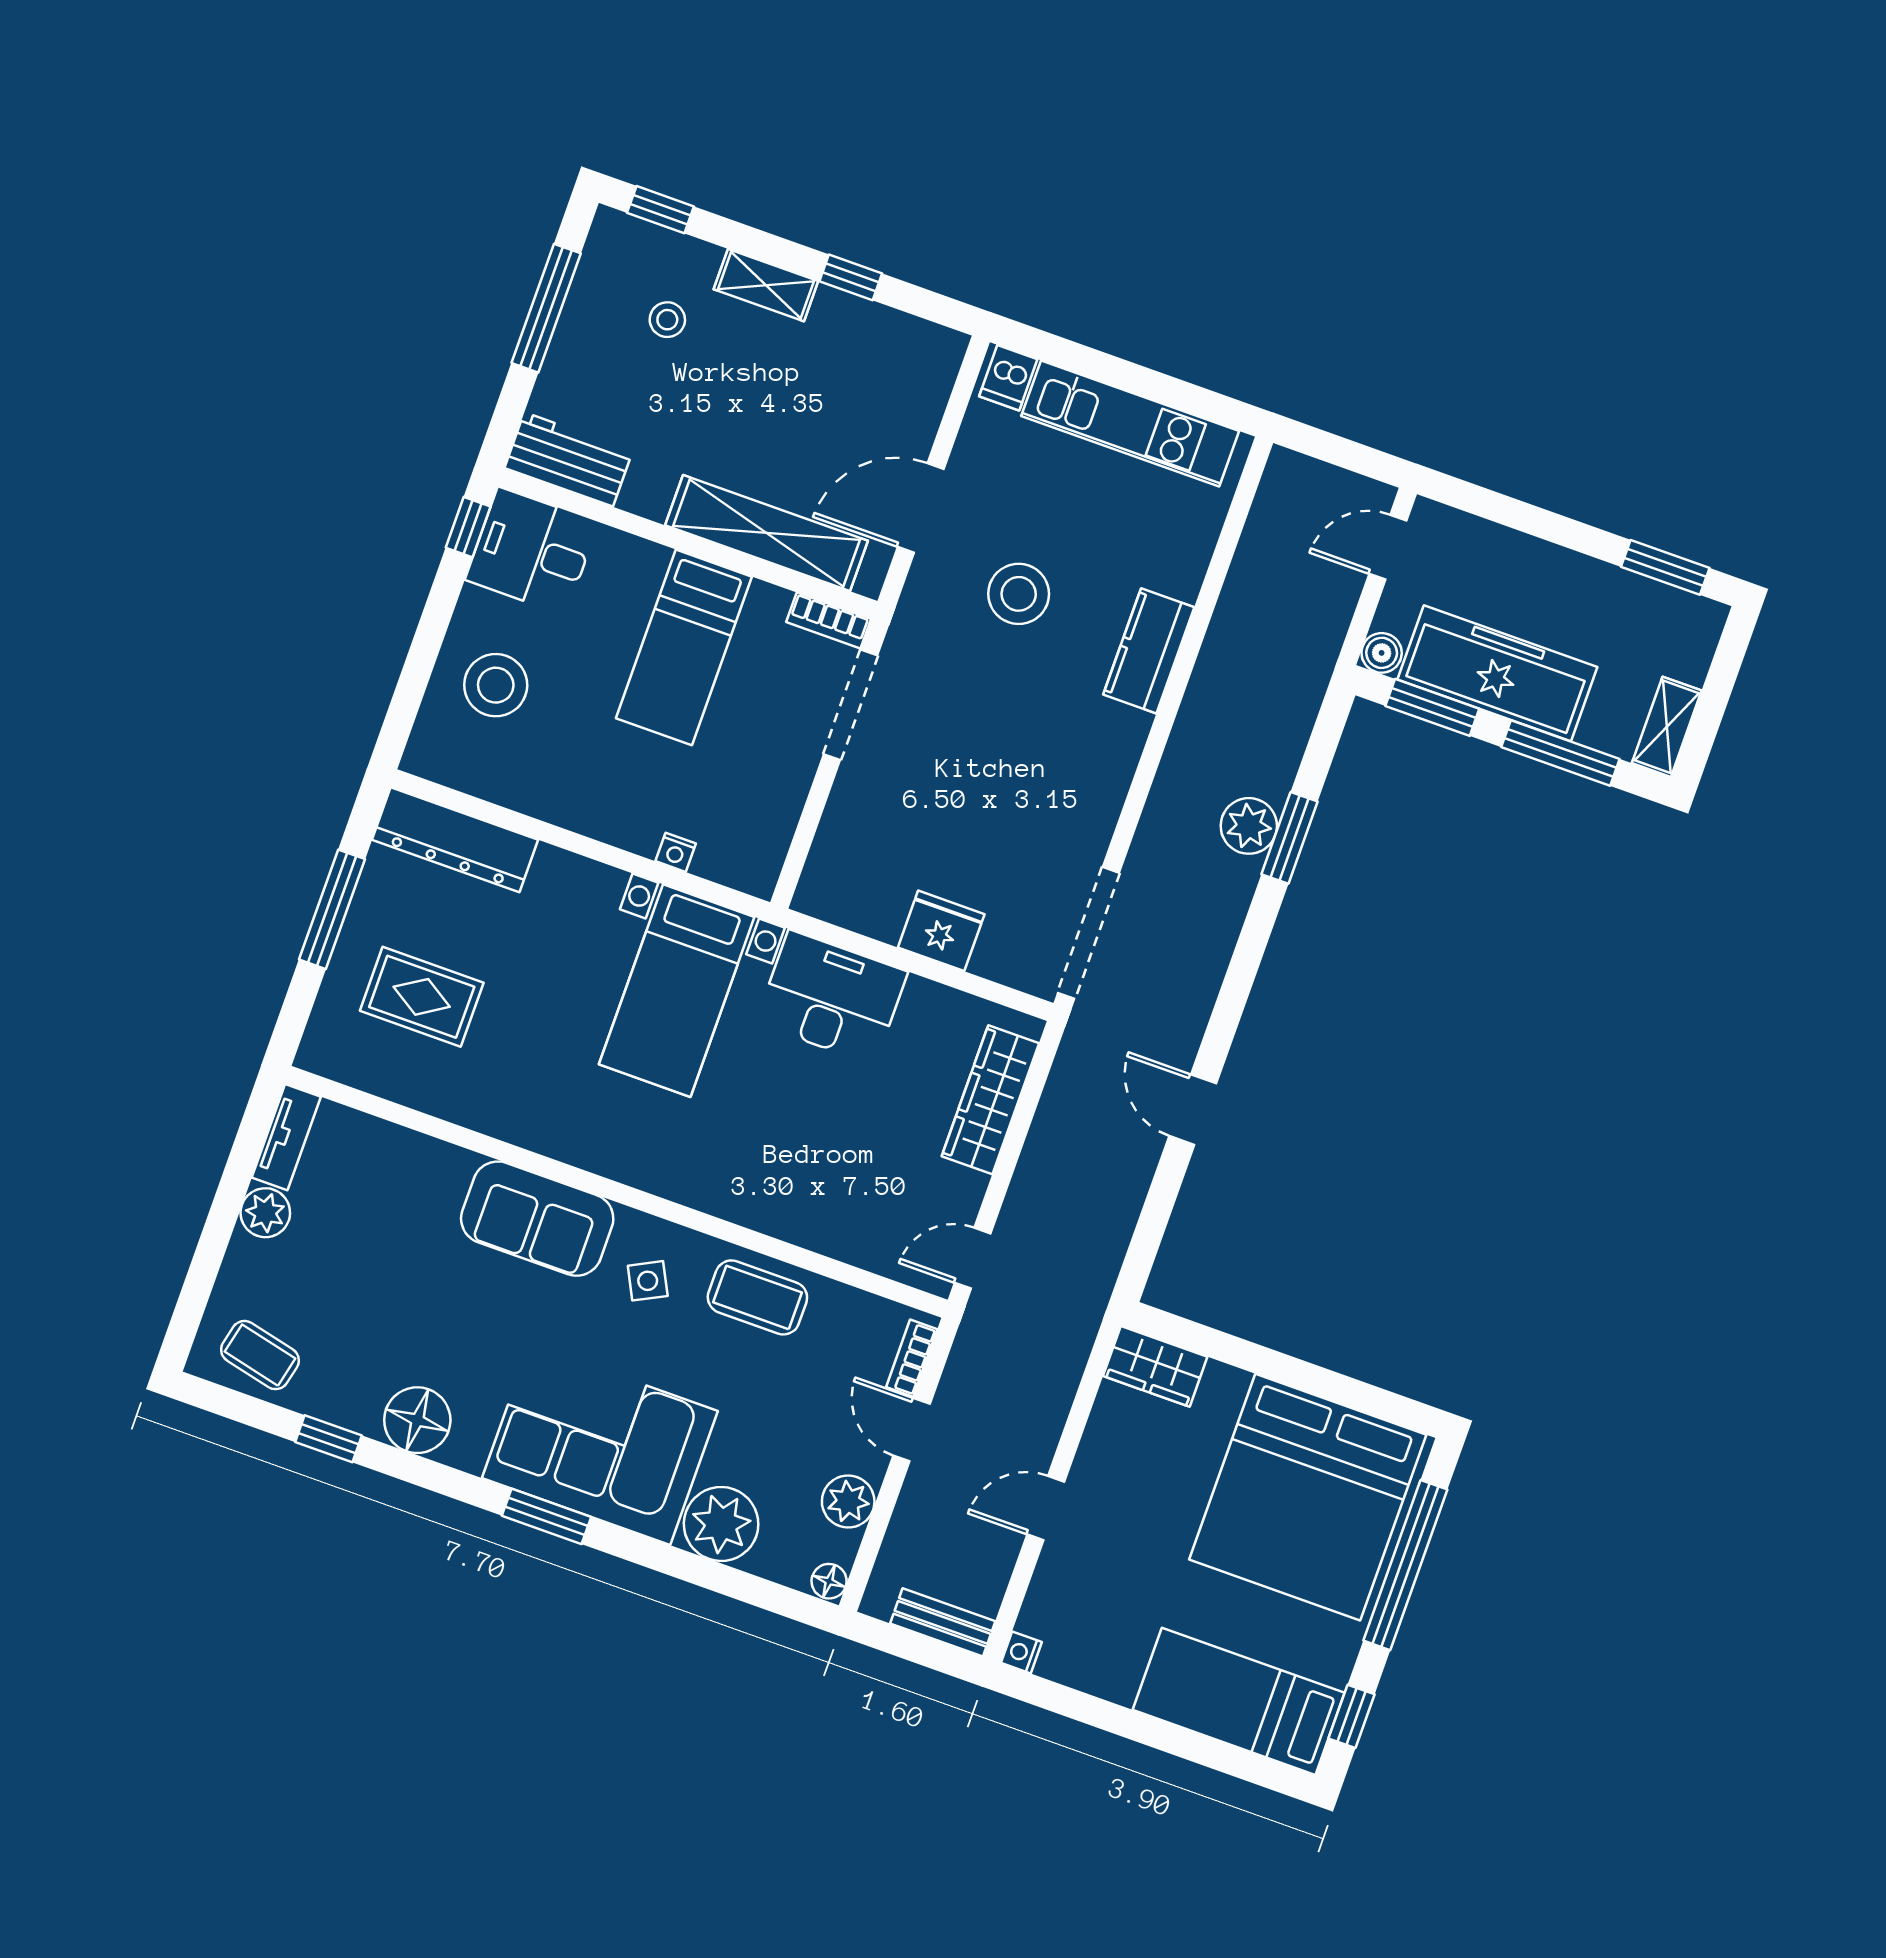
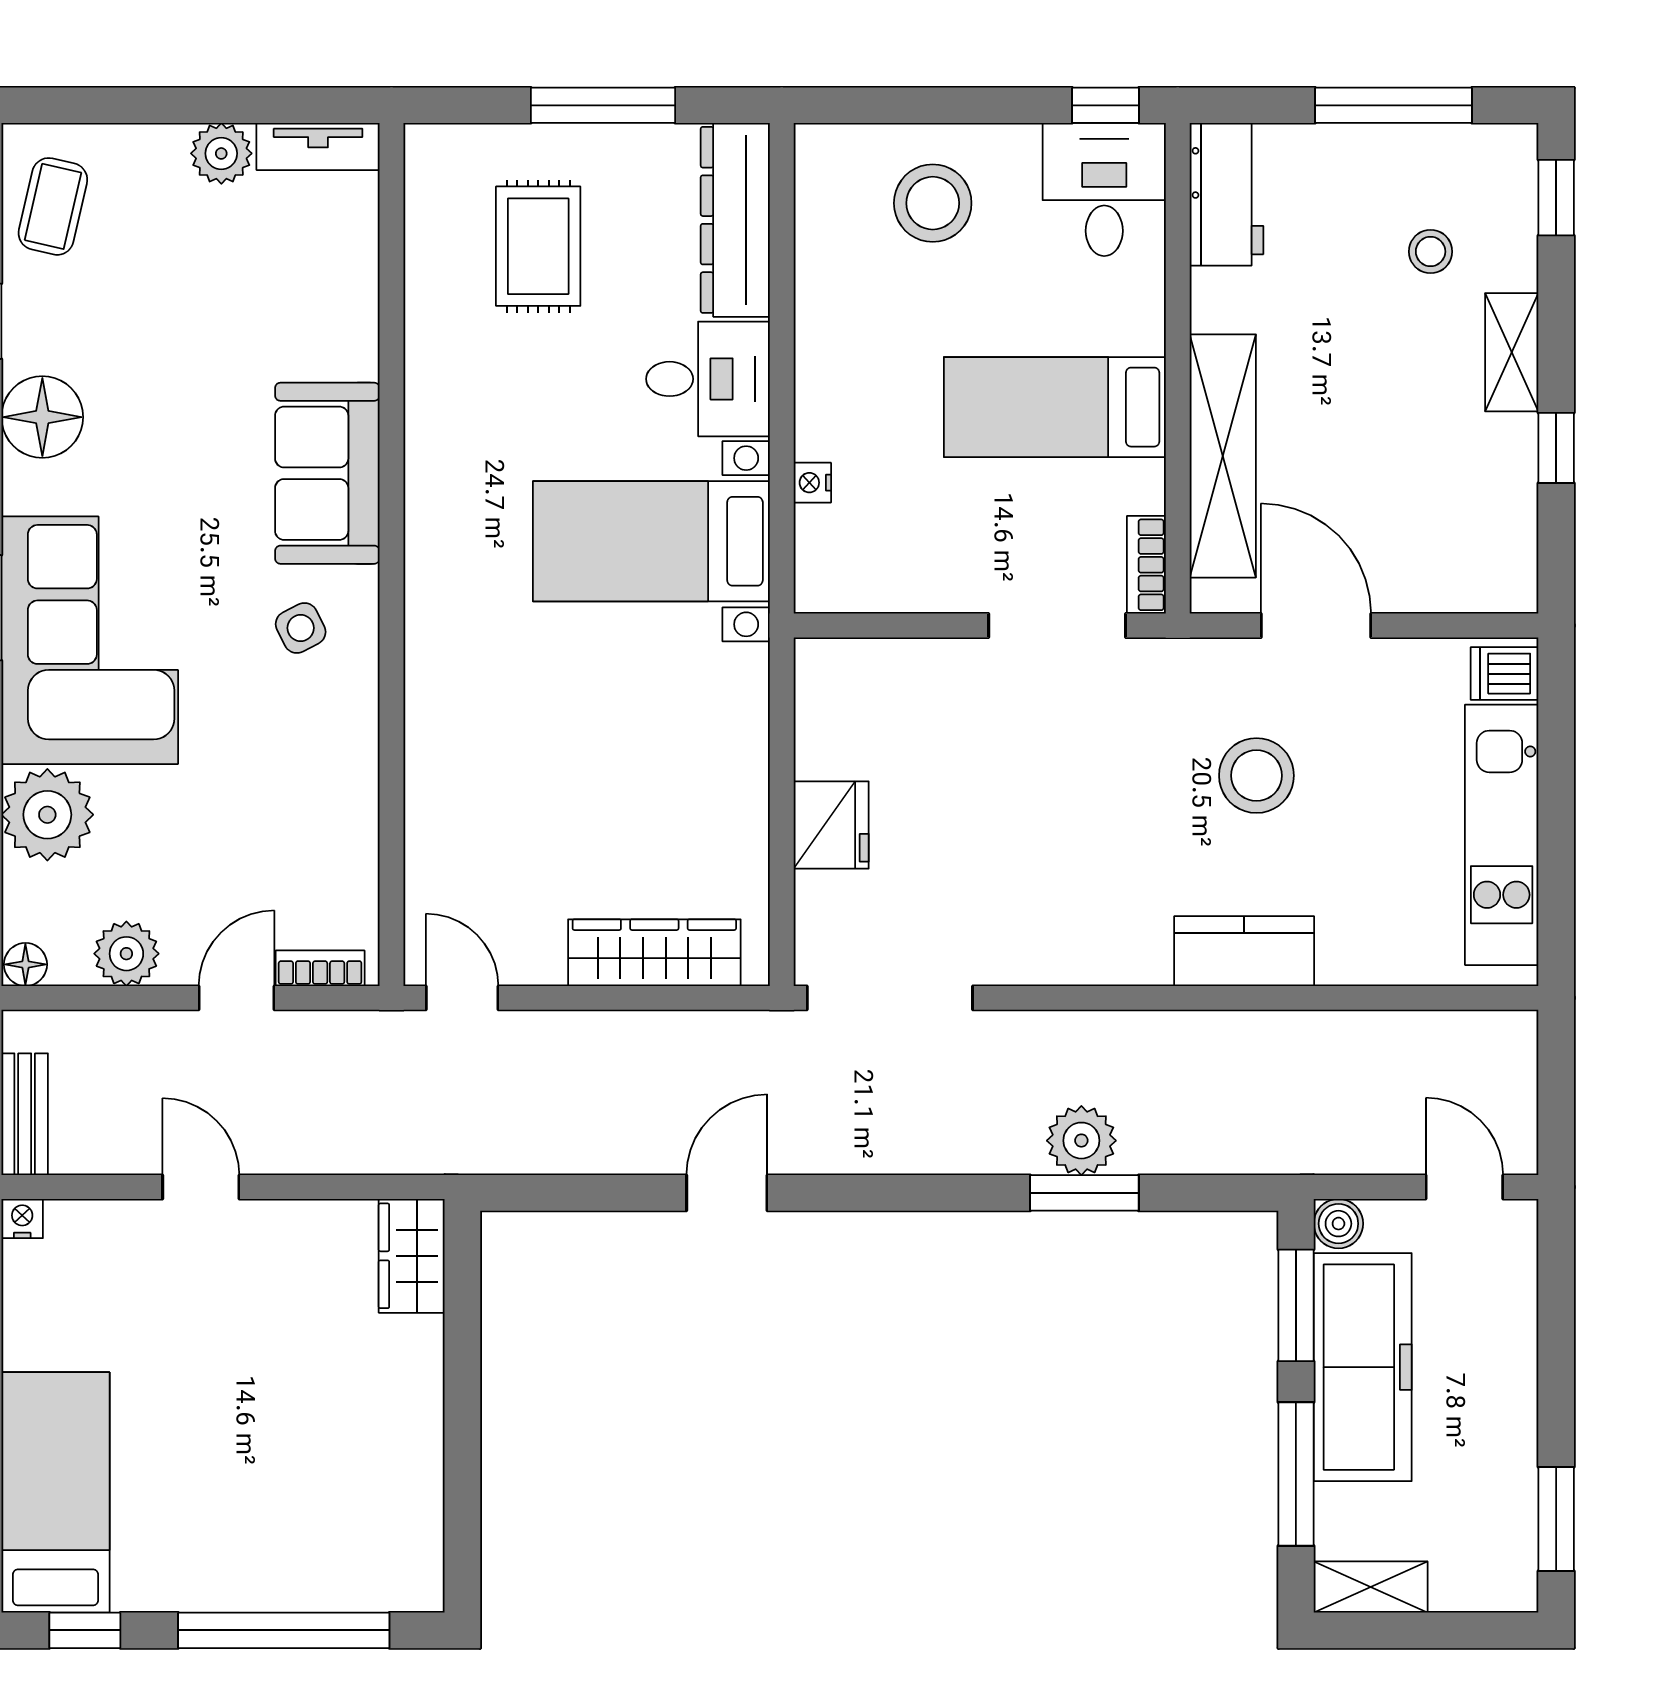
desk: (832, 997) -> (708, 379), moved, width x0.73
coffee table: (757, 1297) -> (327, 763), removed
bed: (1308, 1497) -> (322, 1488), removed

